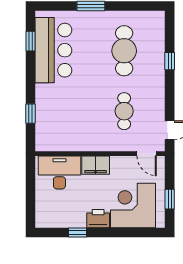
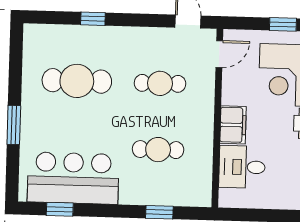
cafe table: (76, 111) -> (158, 150), added
desk: (59, 173) -> (242, 167), width x0.73

